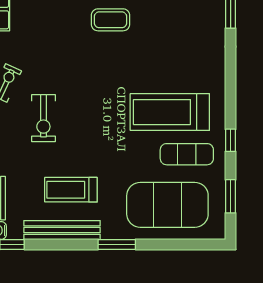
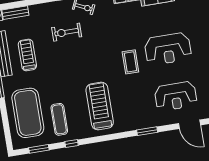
treadmill: (170, 112) -> (100, 106), moved

